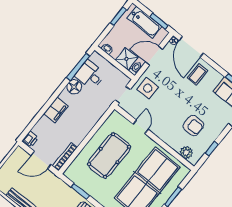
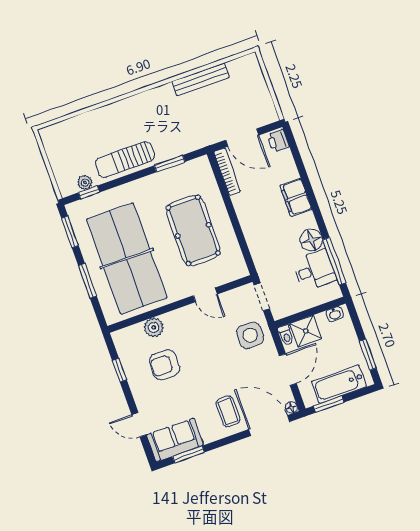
plant: (186, 152) -> (154, 327), moved
door: (41, 160) -> (242, 138), swing flipped

